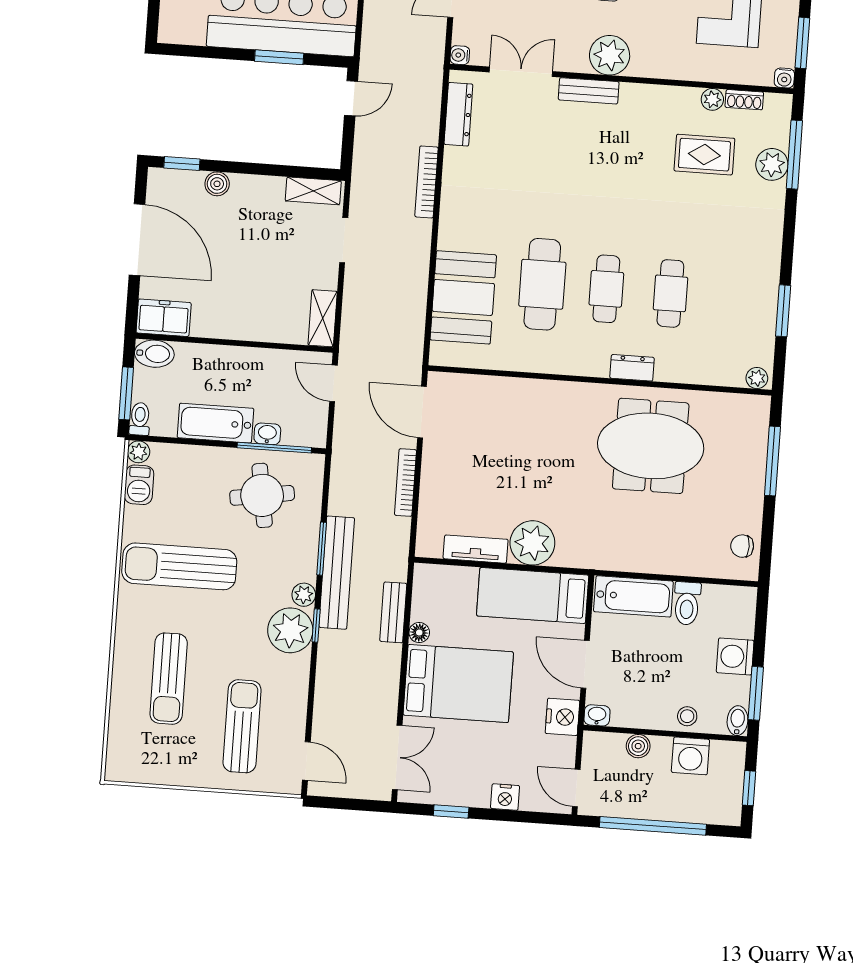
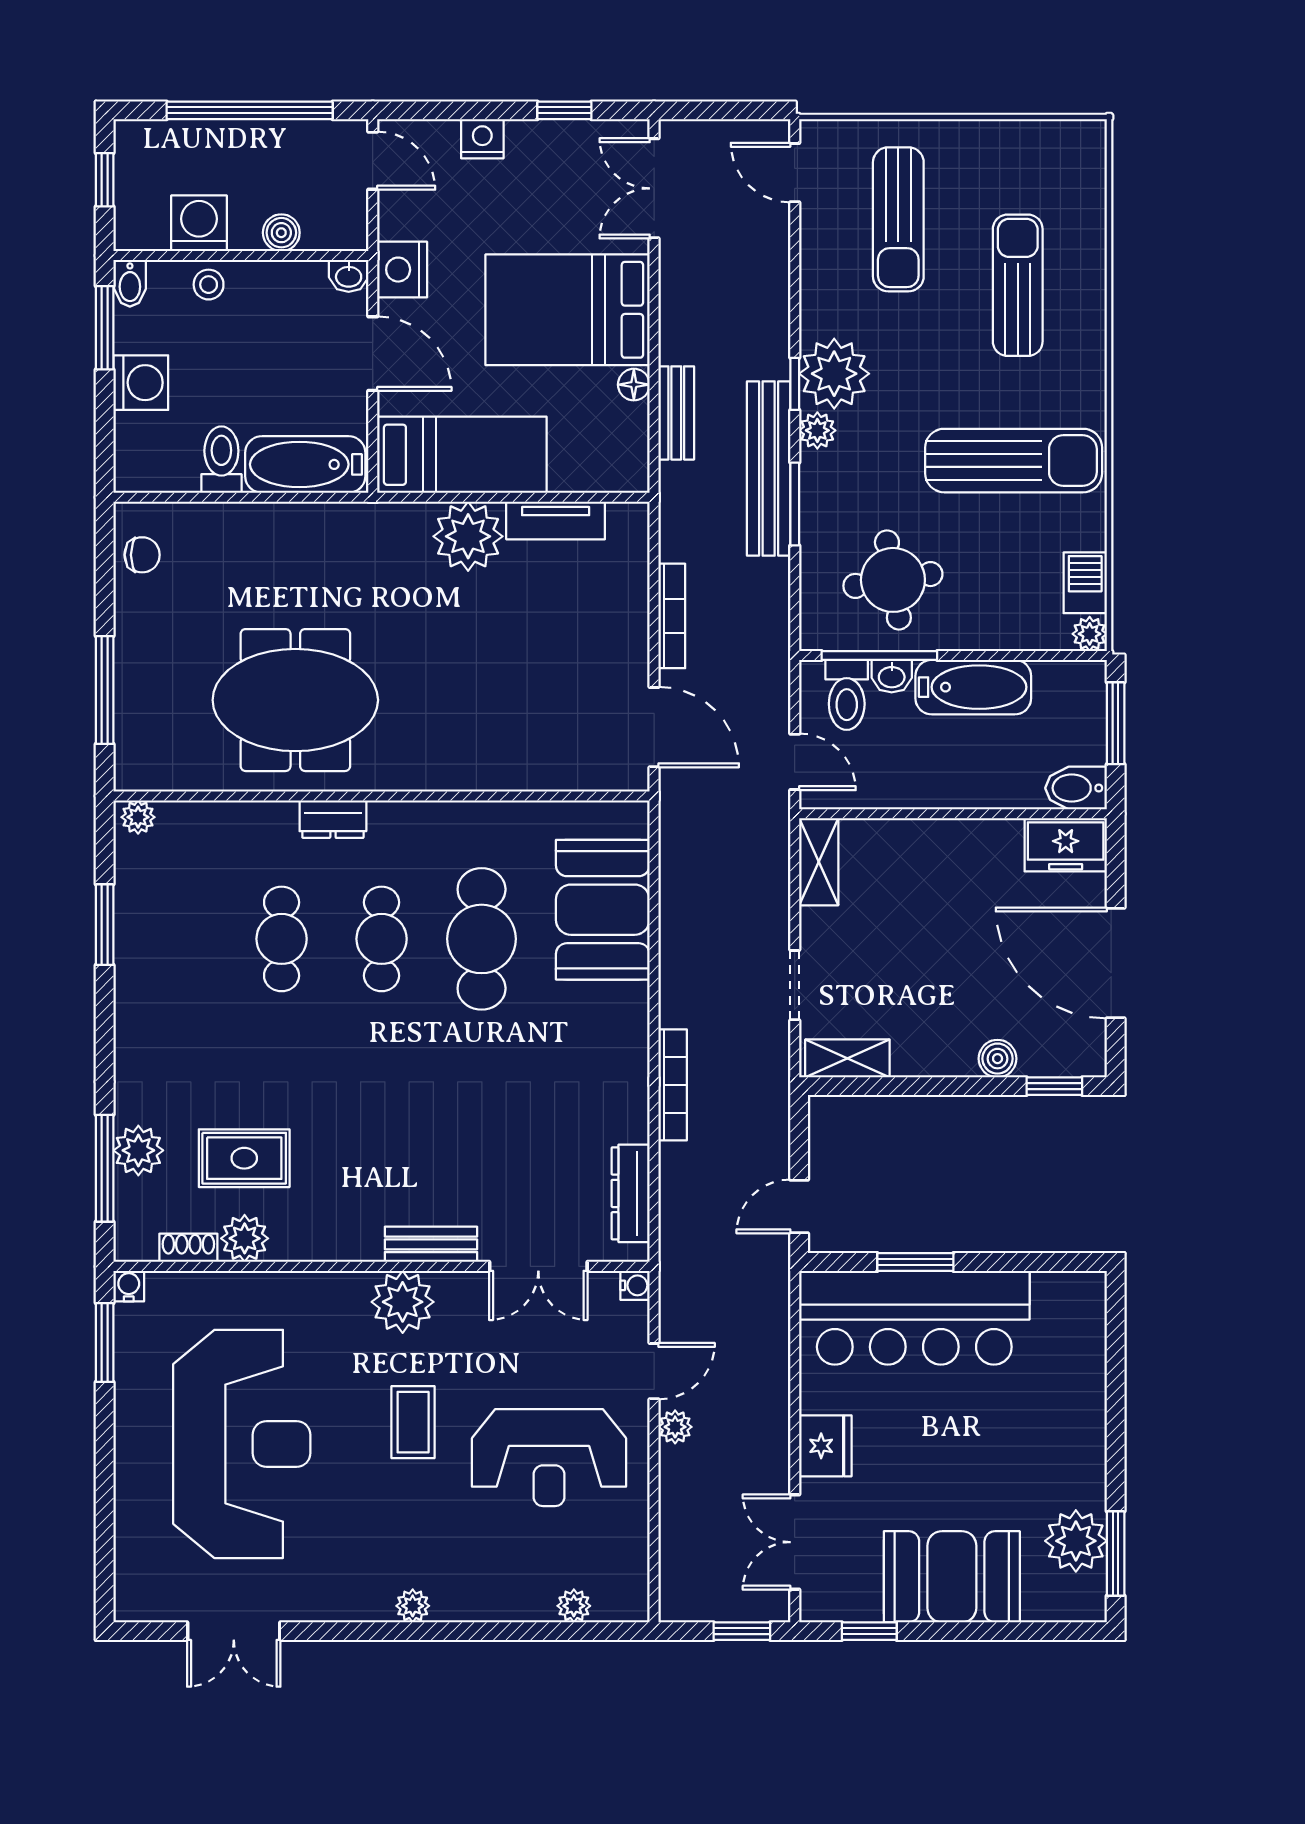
plant: (712, 99) -> (245, 1238), width x1.38, depth x1.38
toilet: (140, 419) -> (847, 695), moved, width x1.37, depth x1.39

